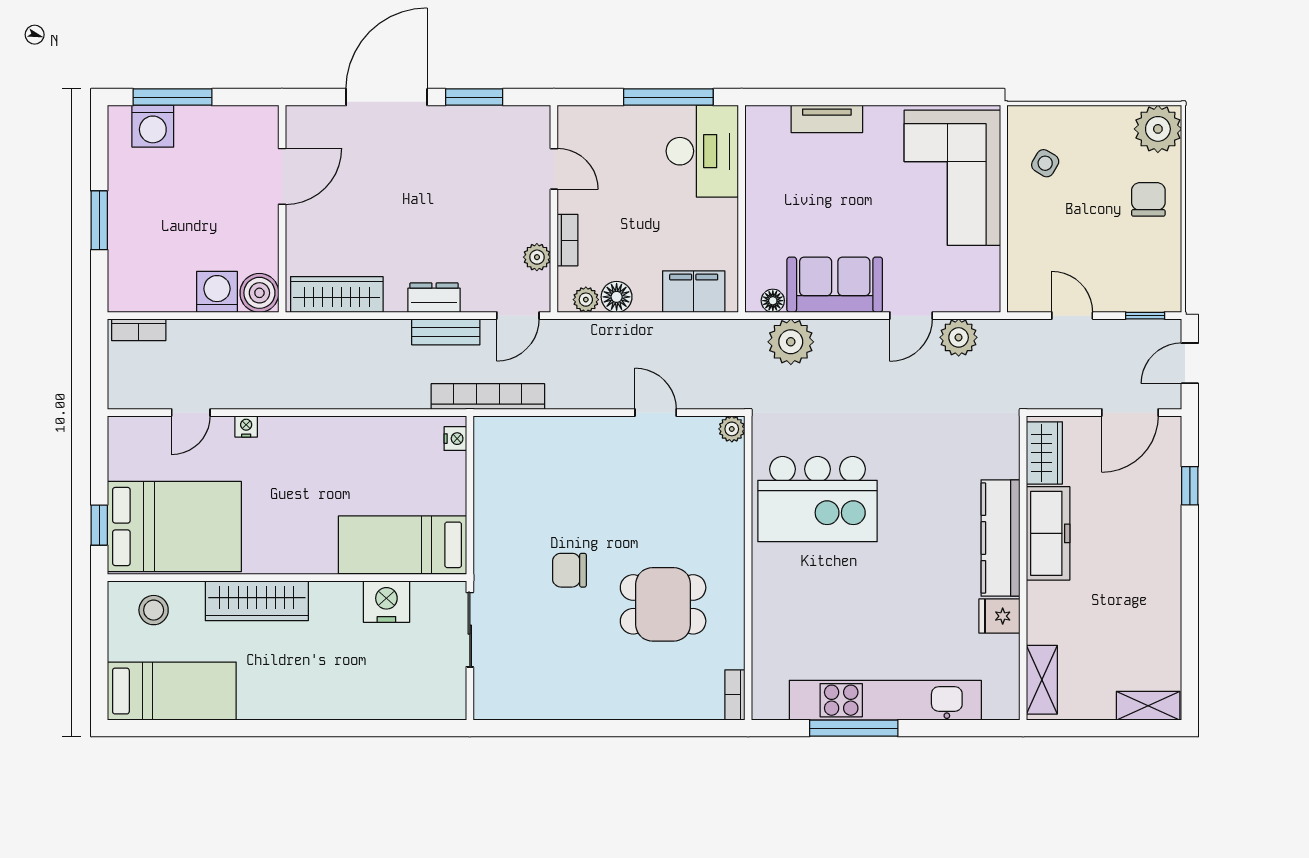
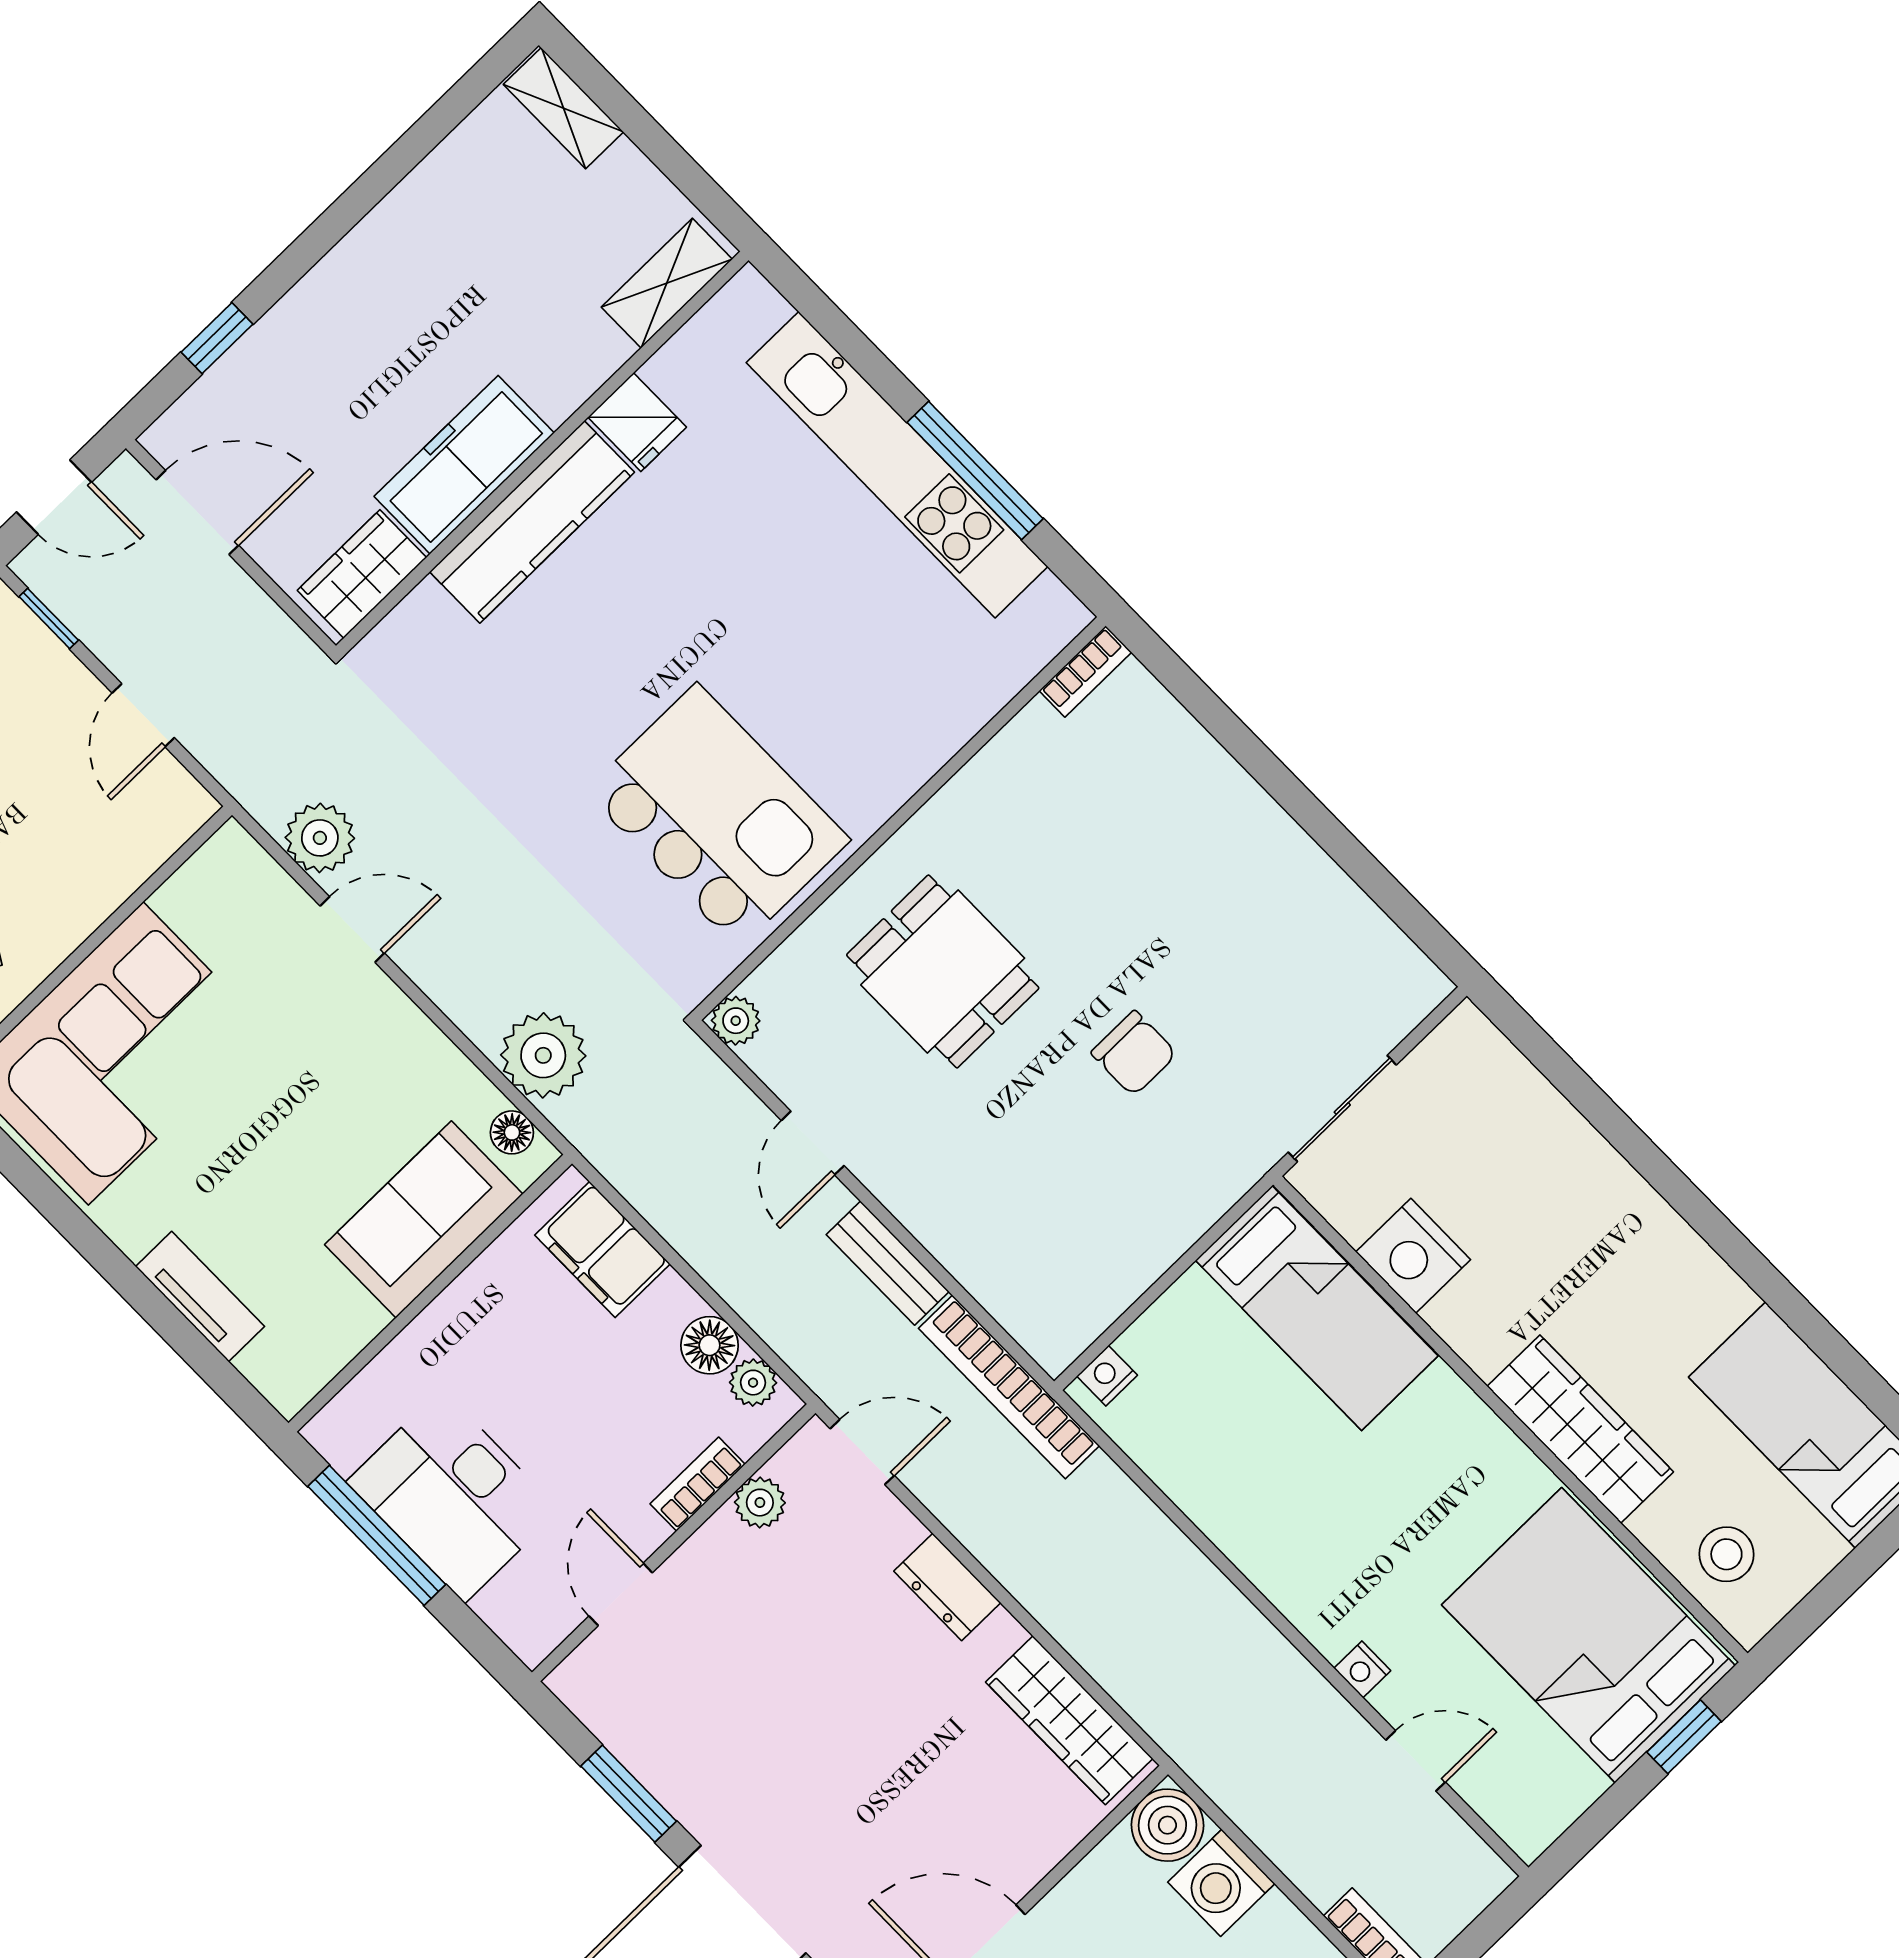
desk: (702, 151) -> (453, 1496), moved, turned -90
sofa: (835, 285) -> (424, 1219), moved, turned 90
bench: (446, 332) -> (888, 1263), moved
dining table: (663, 604) -> (943, 971), moved

